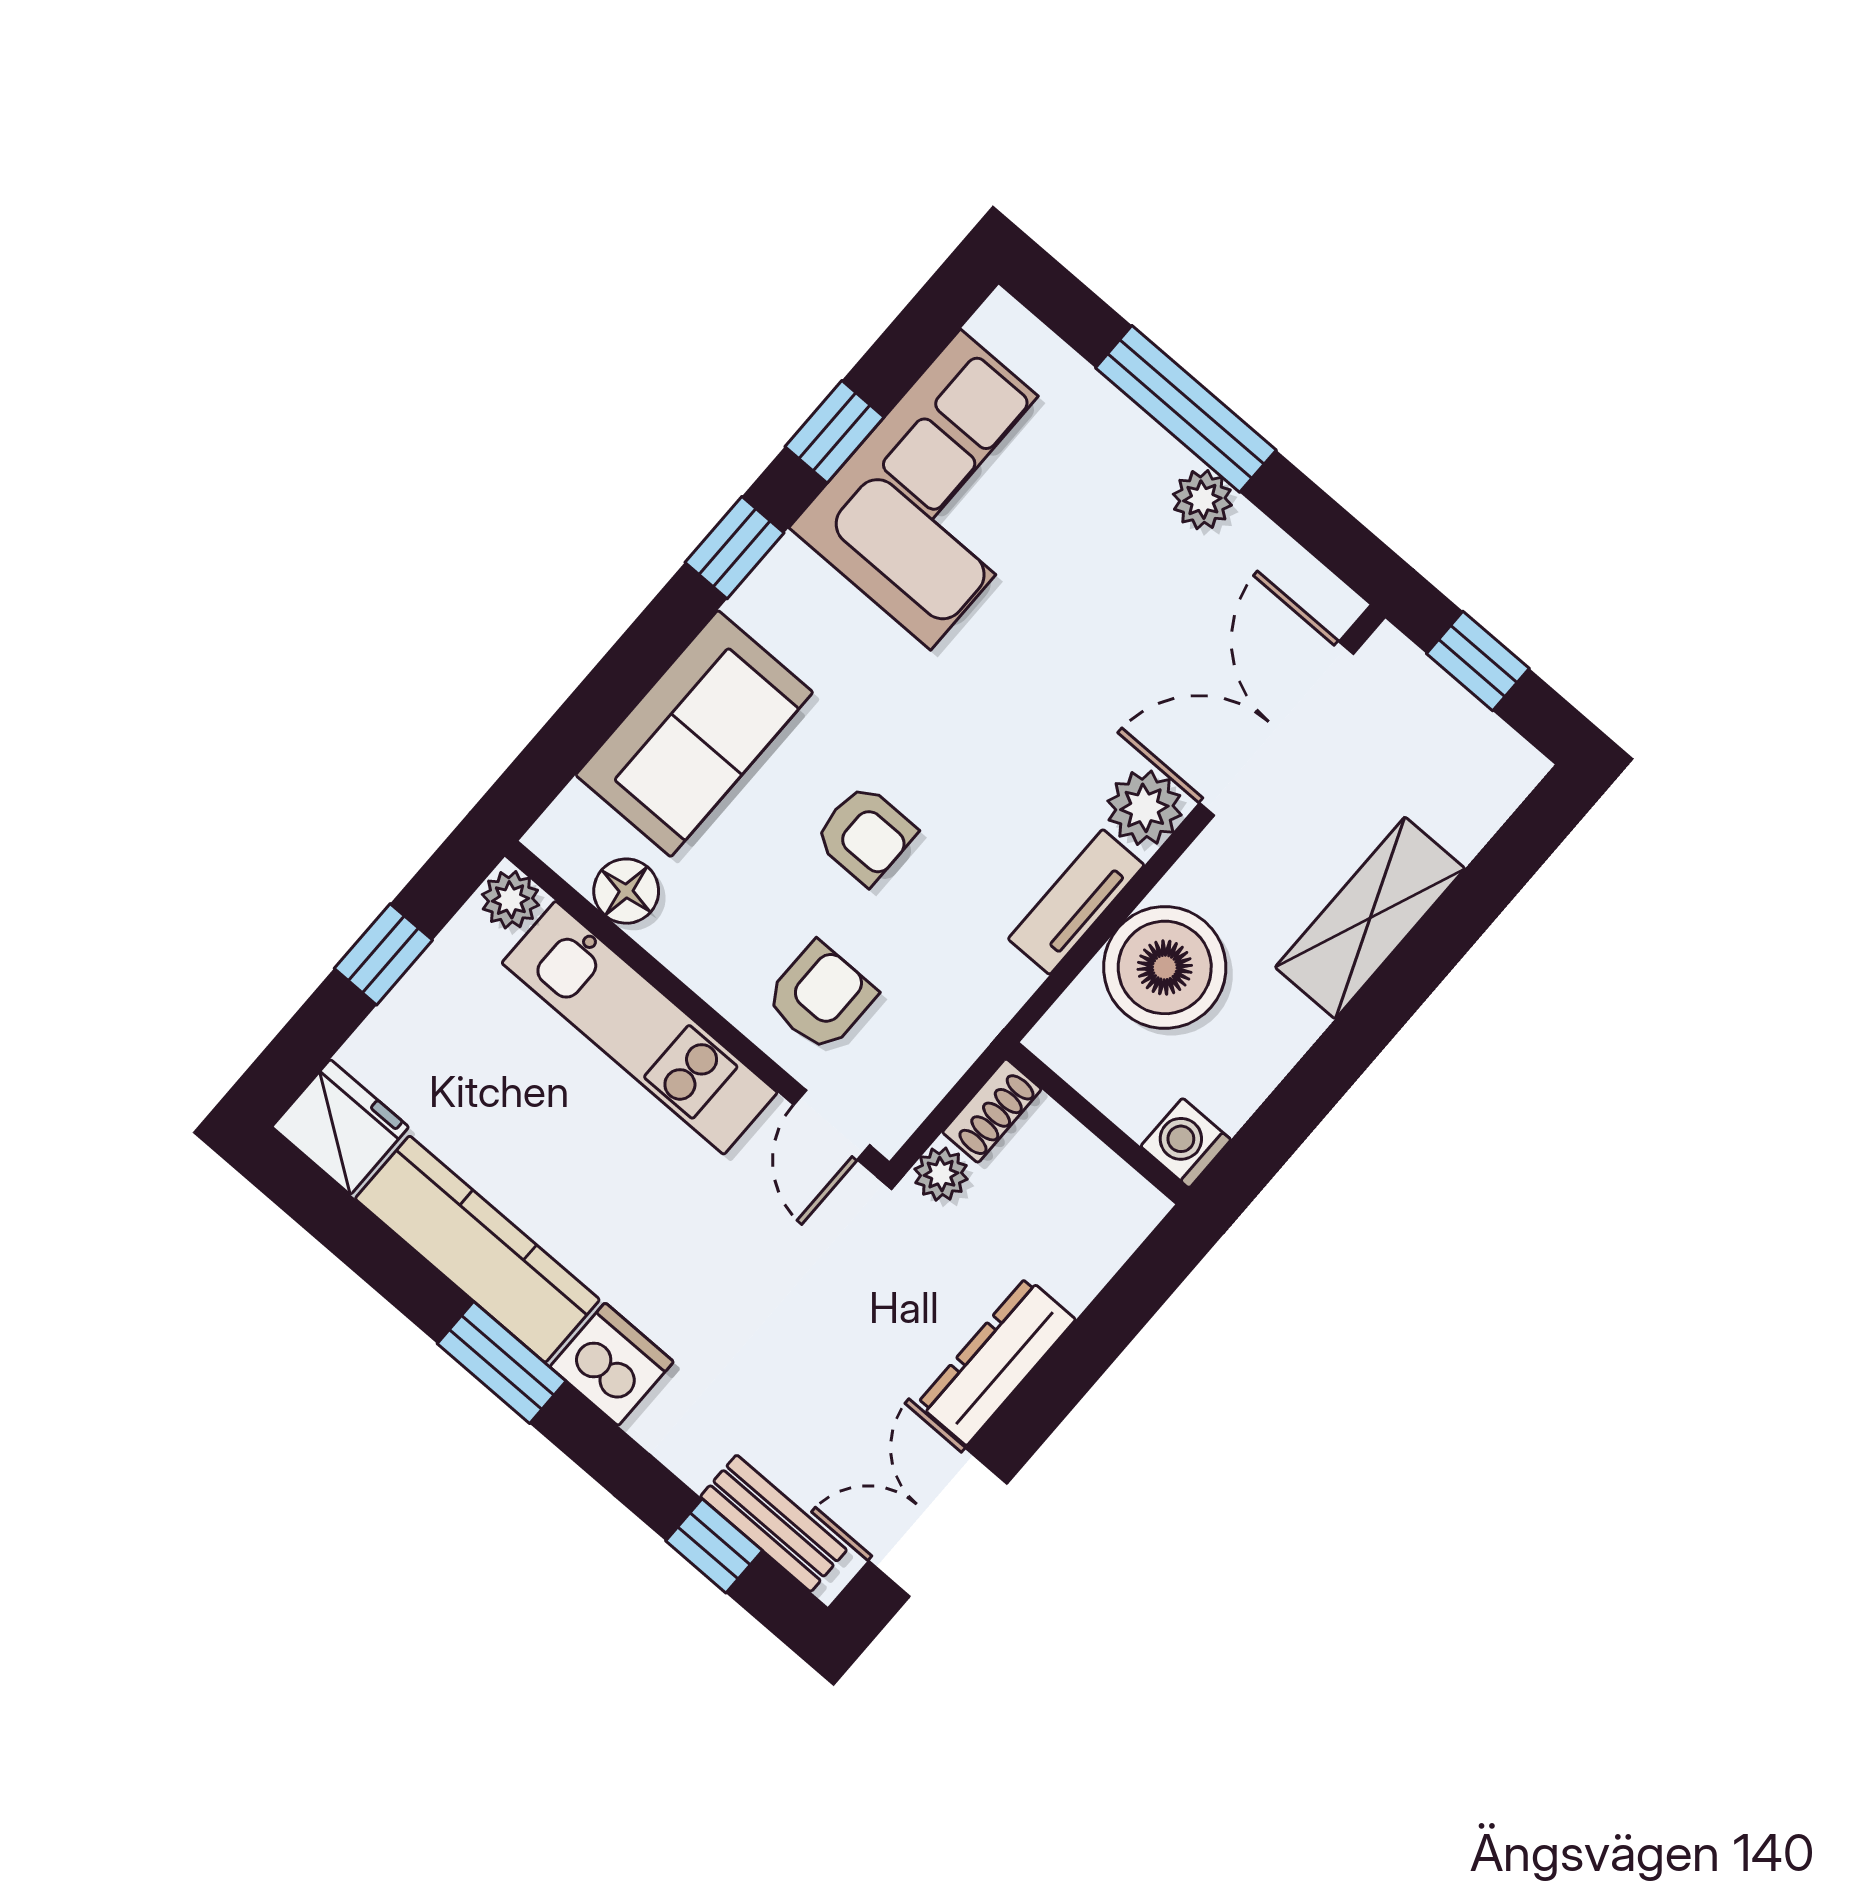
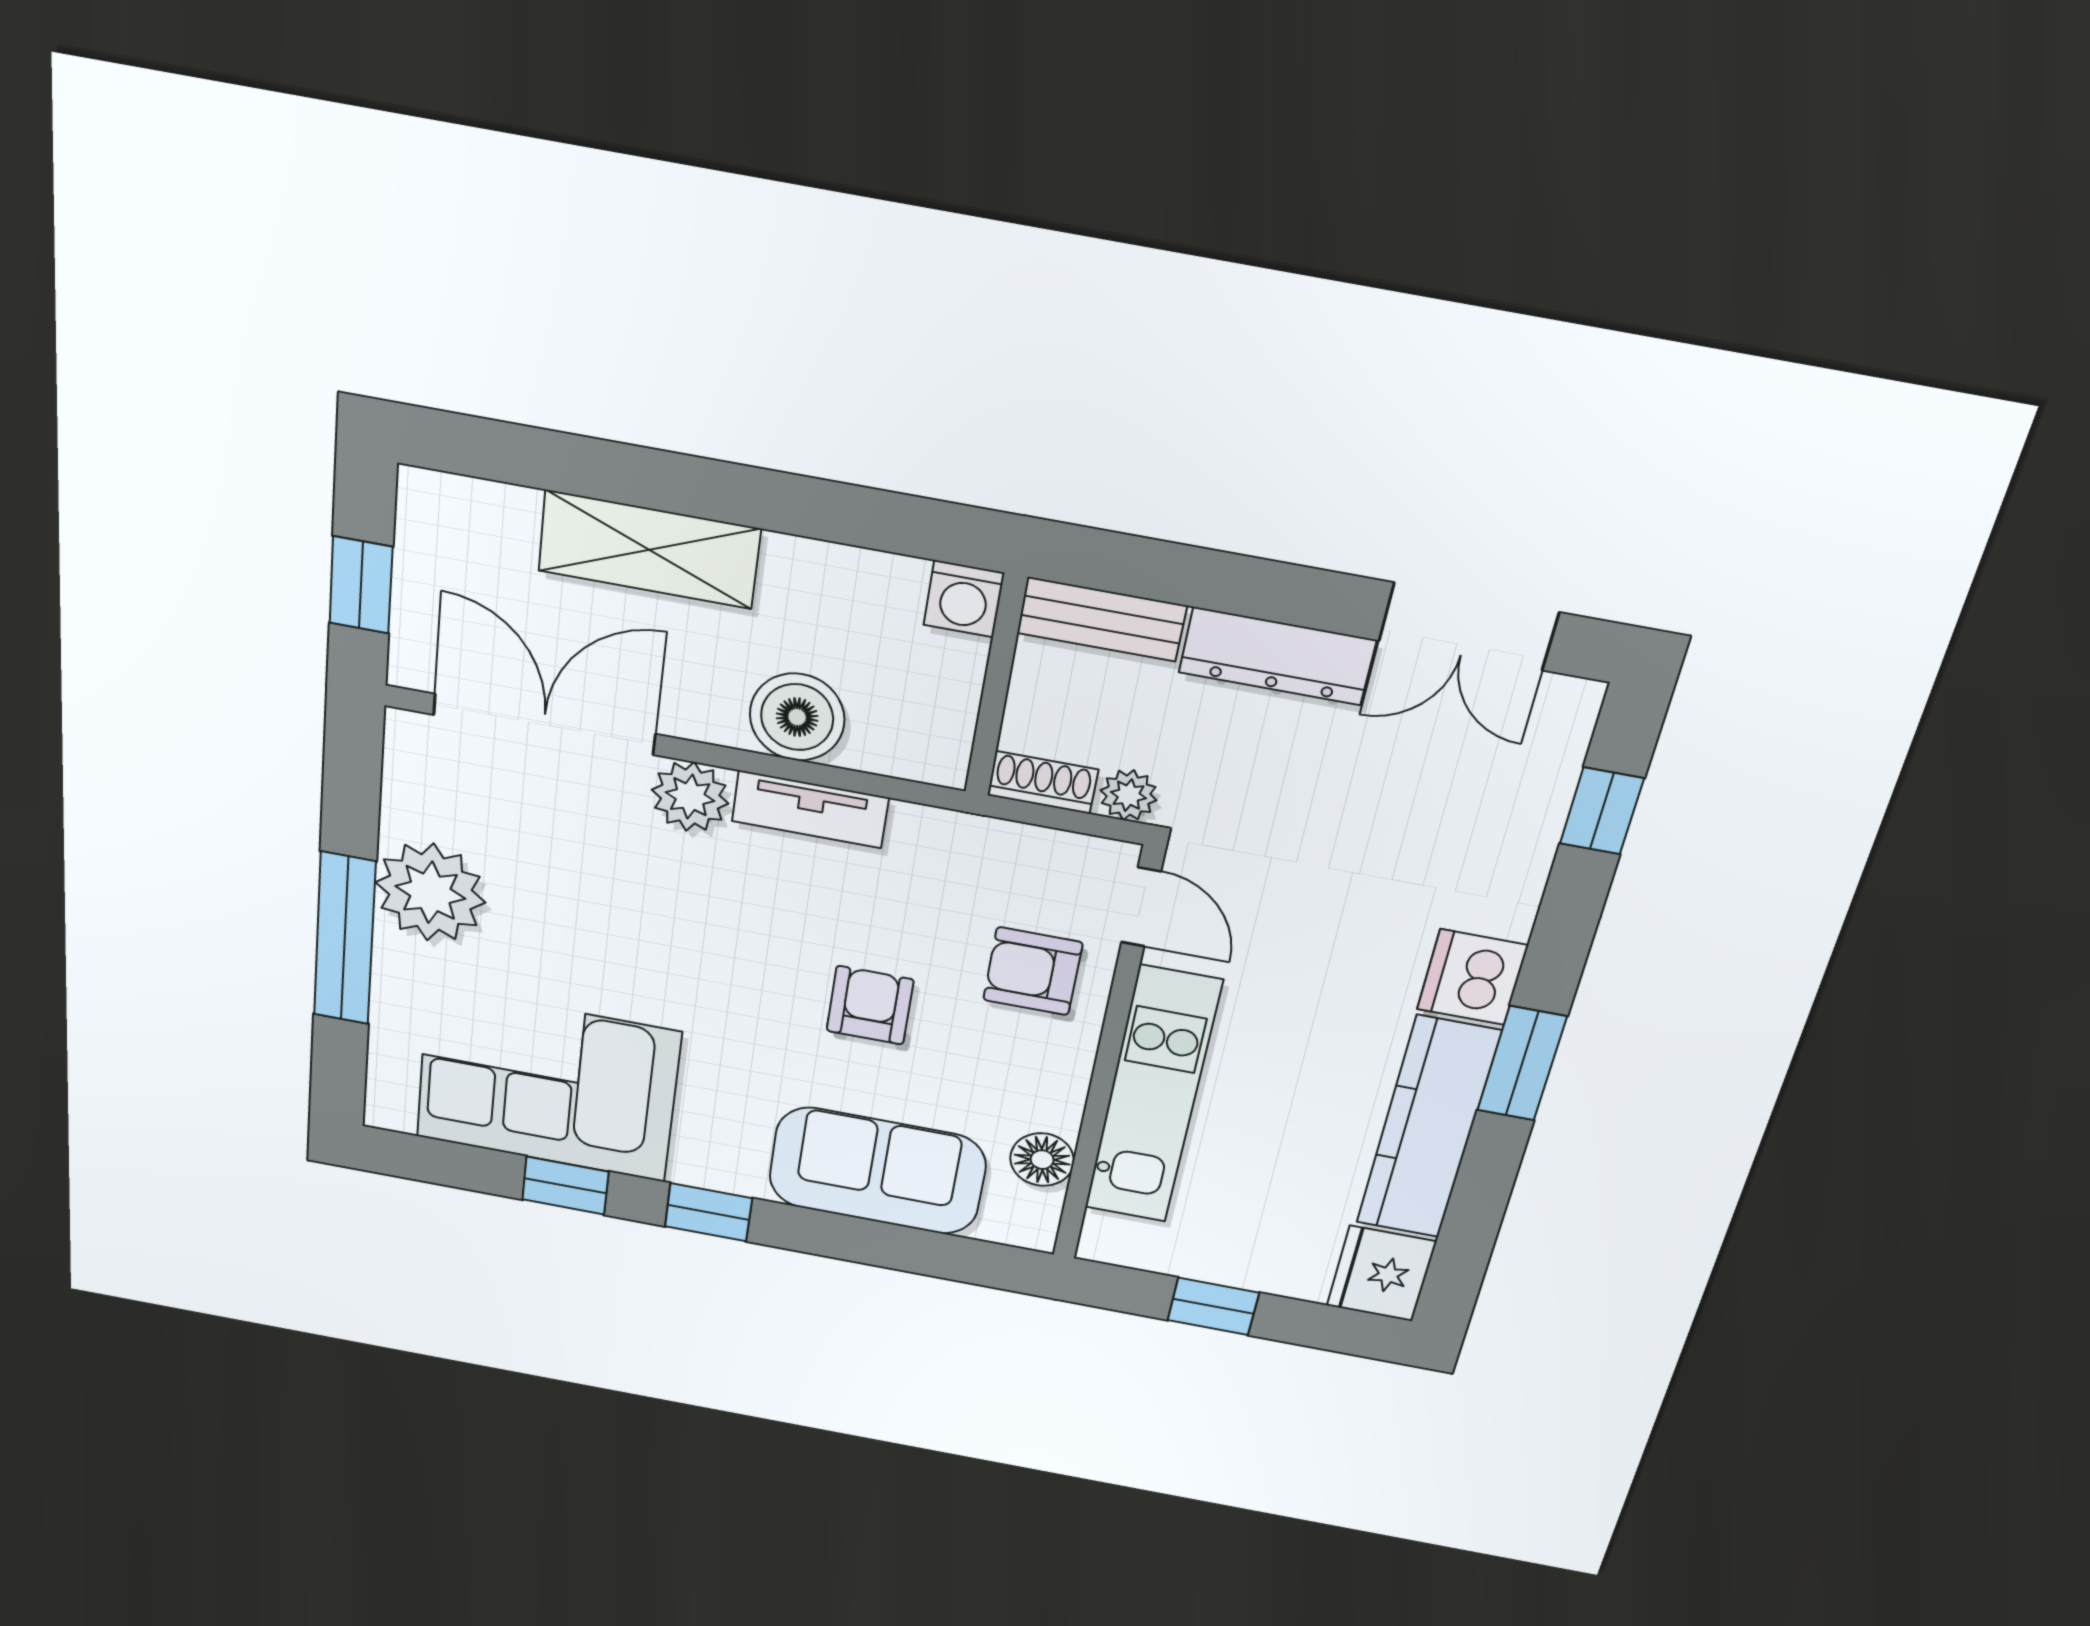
plant: (1202, 500) -> (430, 892), width x1.88, depth x1.88
double door: (1276, 728) -> (544, 724), swing flipped
plant: (510, 900) -> (1107, 1238), removed
boiler: (1165, 967) -> (797, 717), width x0.73, depth x0.73
door: (832, 1125) -> (1141, 907), hinge flipped
bench: (774, 1523) -> (1102, 619), moved, turned 90

